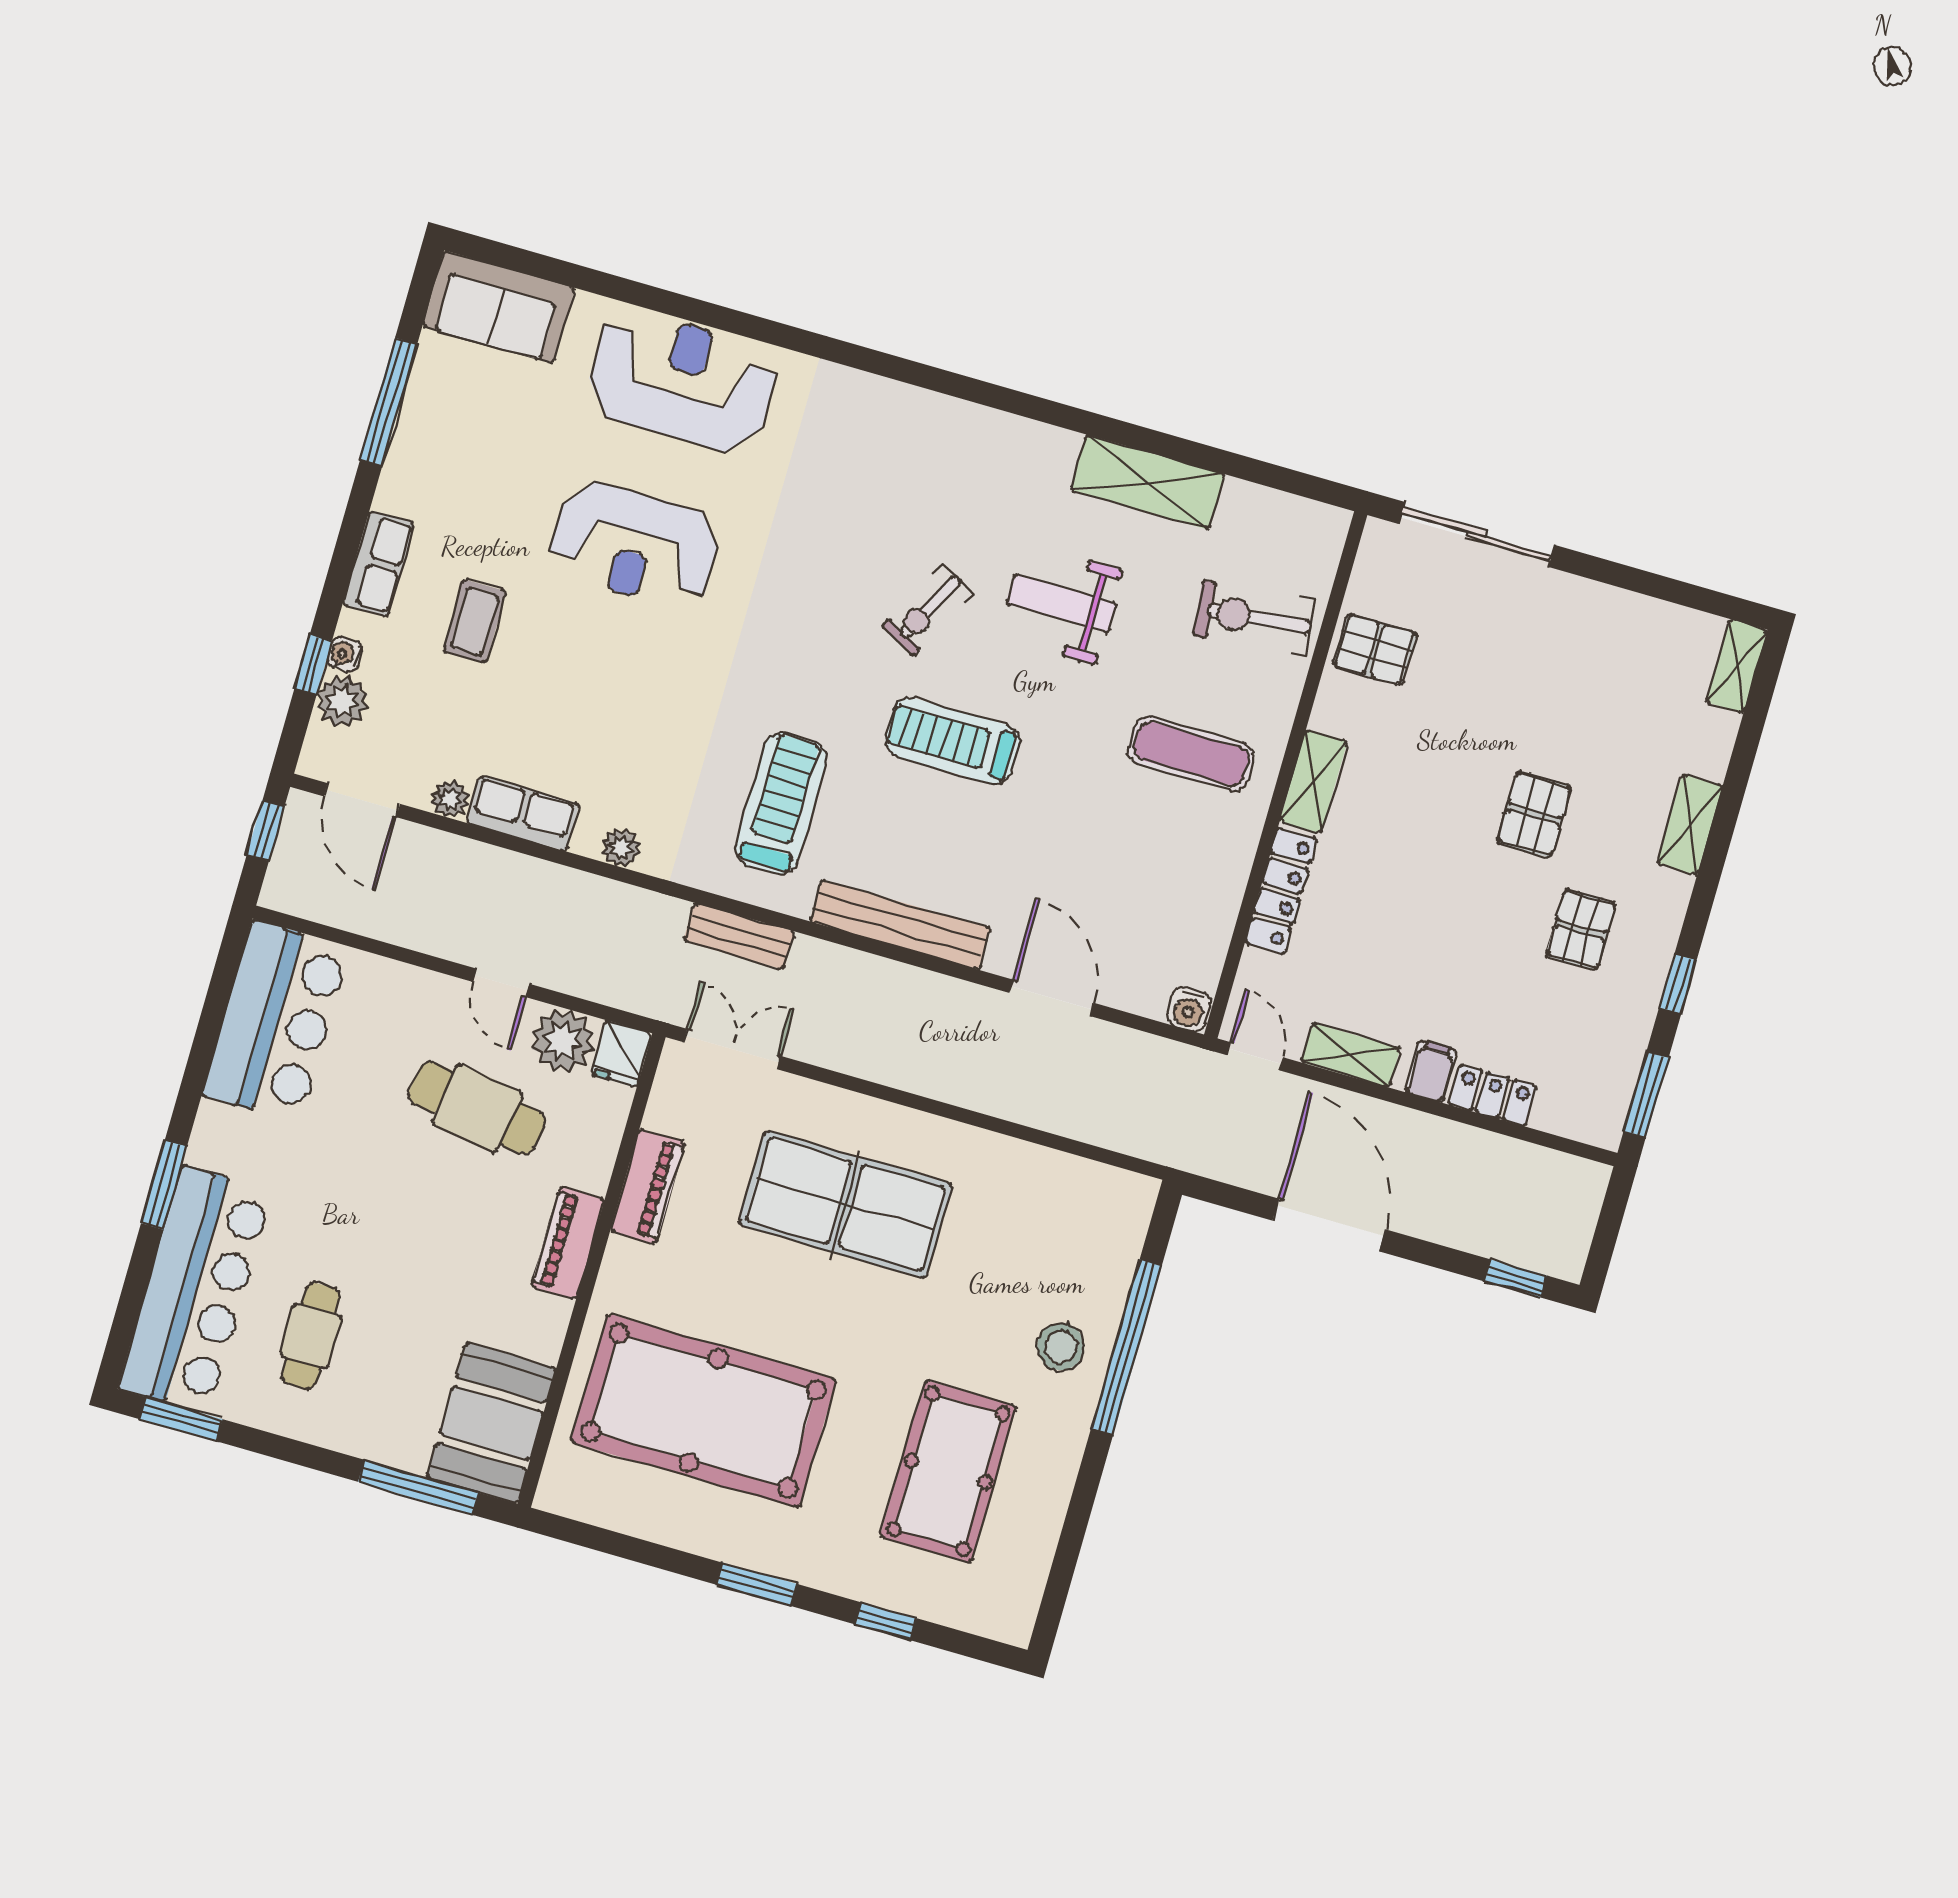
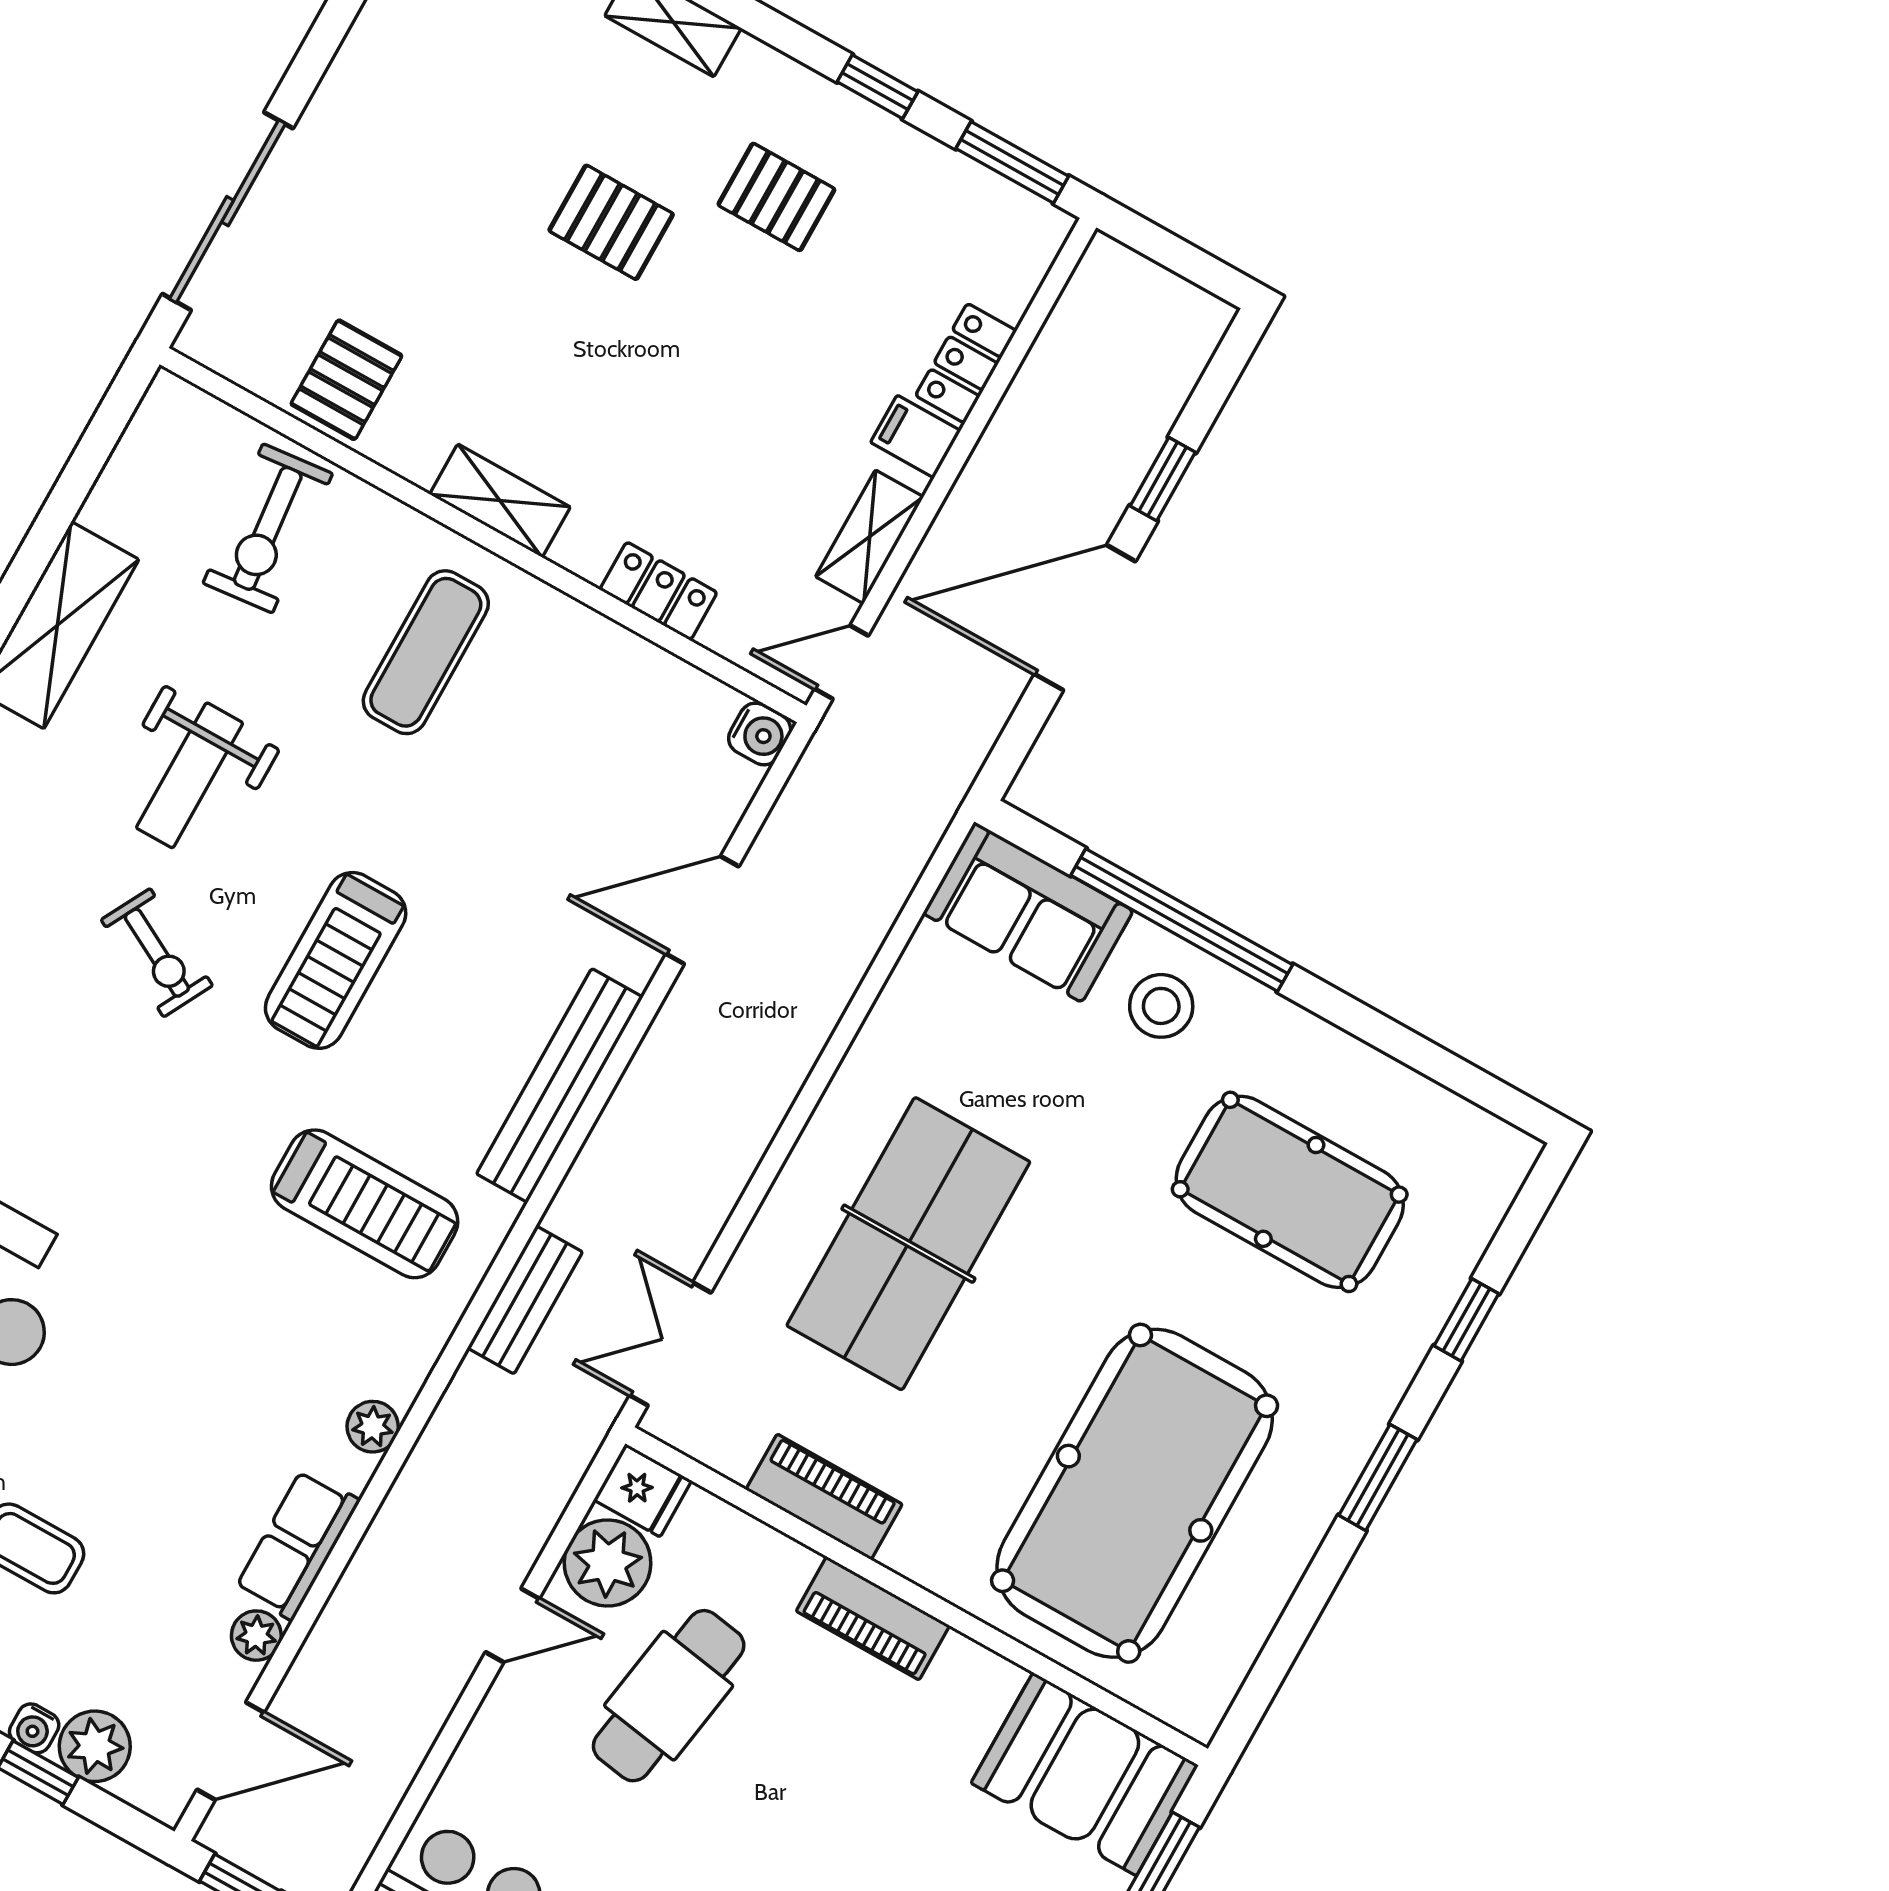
treadmill: (781, 804) -> (365, 1204), turned 180
locker: (1281, 891) -> (658, 591), width x0.66
sofa: (1106, 1234) -> (1028, 912), added
window: (1515, 1278) -> (1163, 479), moved

